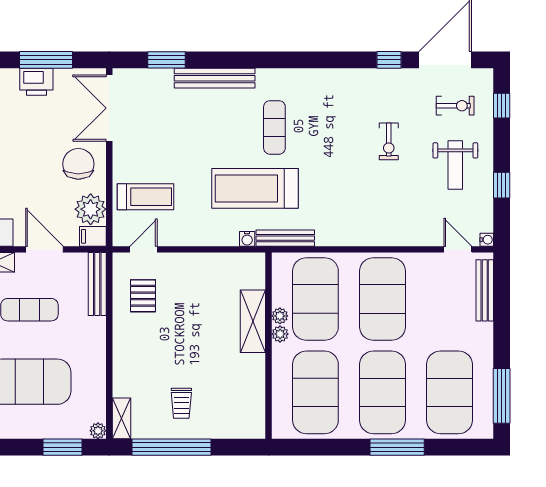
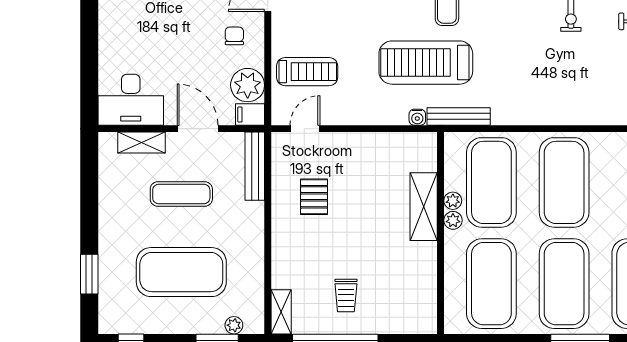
chair: (78, 164) -> (234, 36), width x0.54, depth x0.54
pallet: (143, 296) -> (314, 197), moved
plant: (98, 431) -> (234, 325), moved

